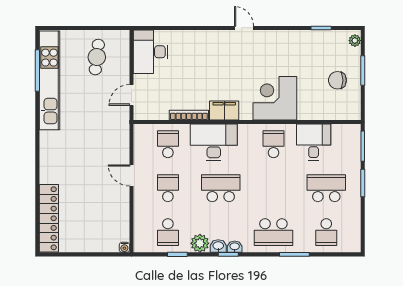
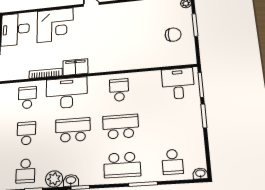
chair: (337, 80) -> (173, 35), turned 180
corner desk: (275, 98) -> (55, 25), moved, turned 180
desk: (314, 142) -> (178, 83), moved
school desk: (326, 188) -> (121, 126), moved
washbasin: (235, 247) -> (200, 174), moved

